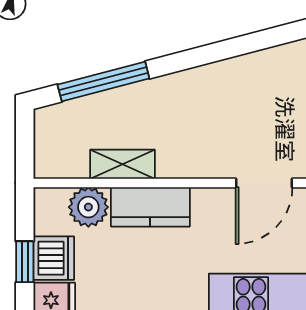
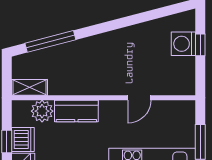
shelving: (122, 164) -> (30, 87), moved
door: (264, 183) -> (139, 98), width x0.73

